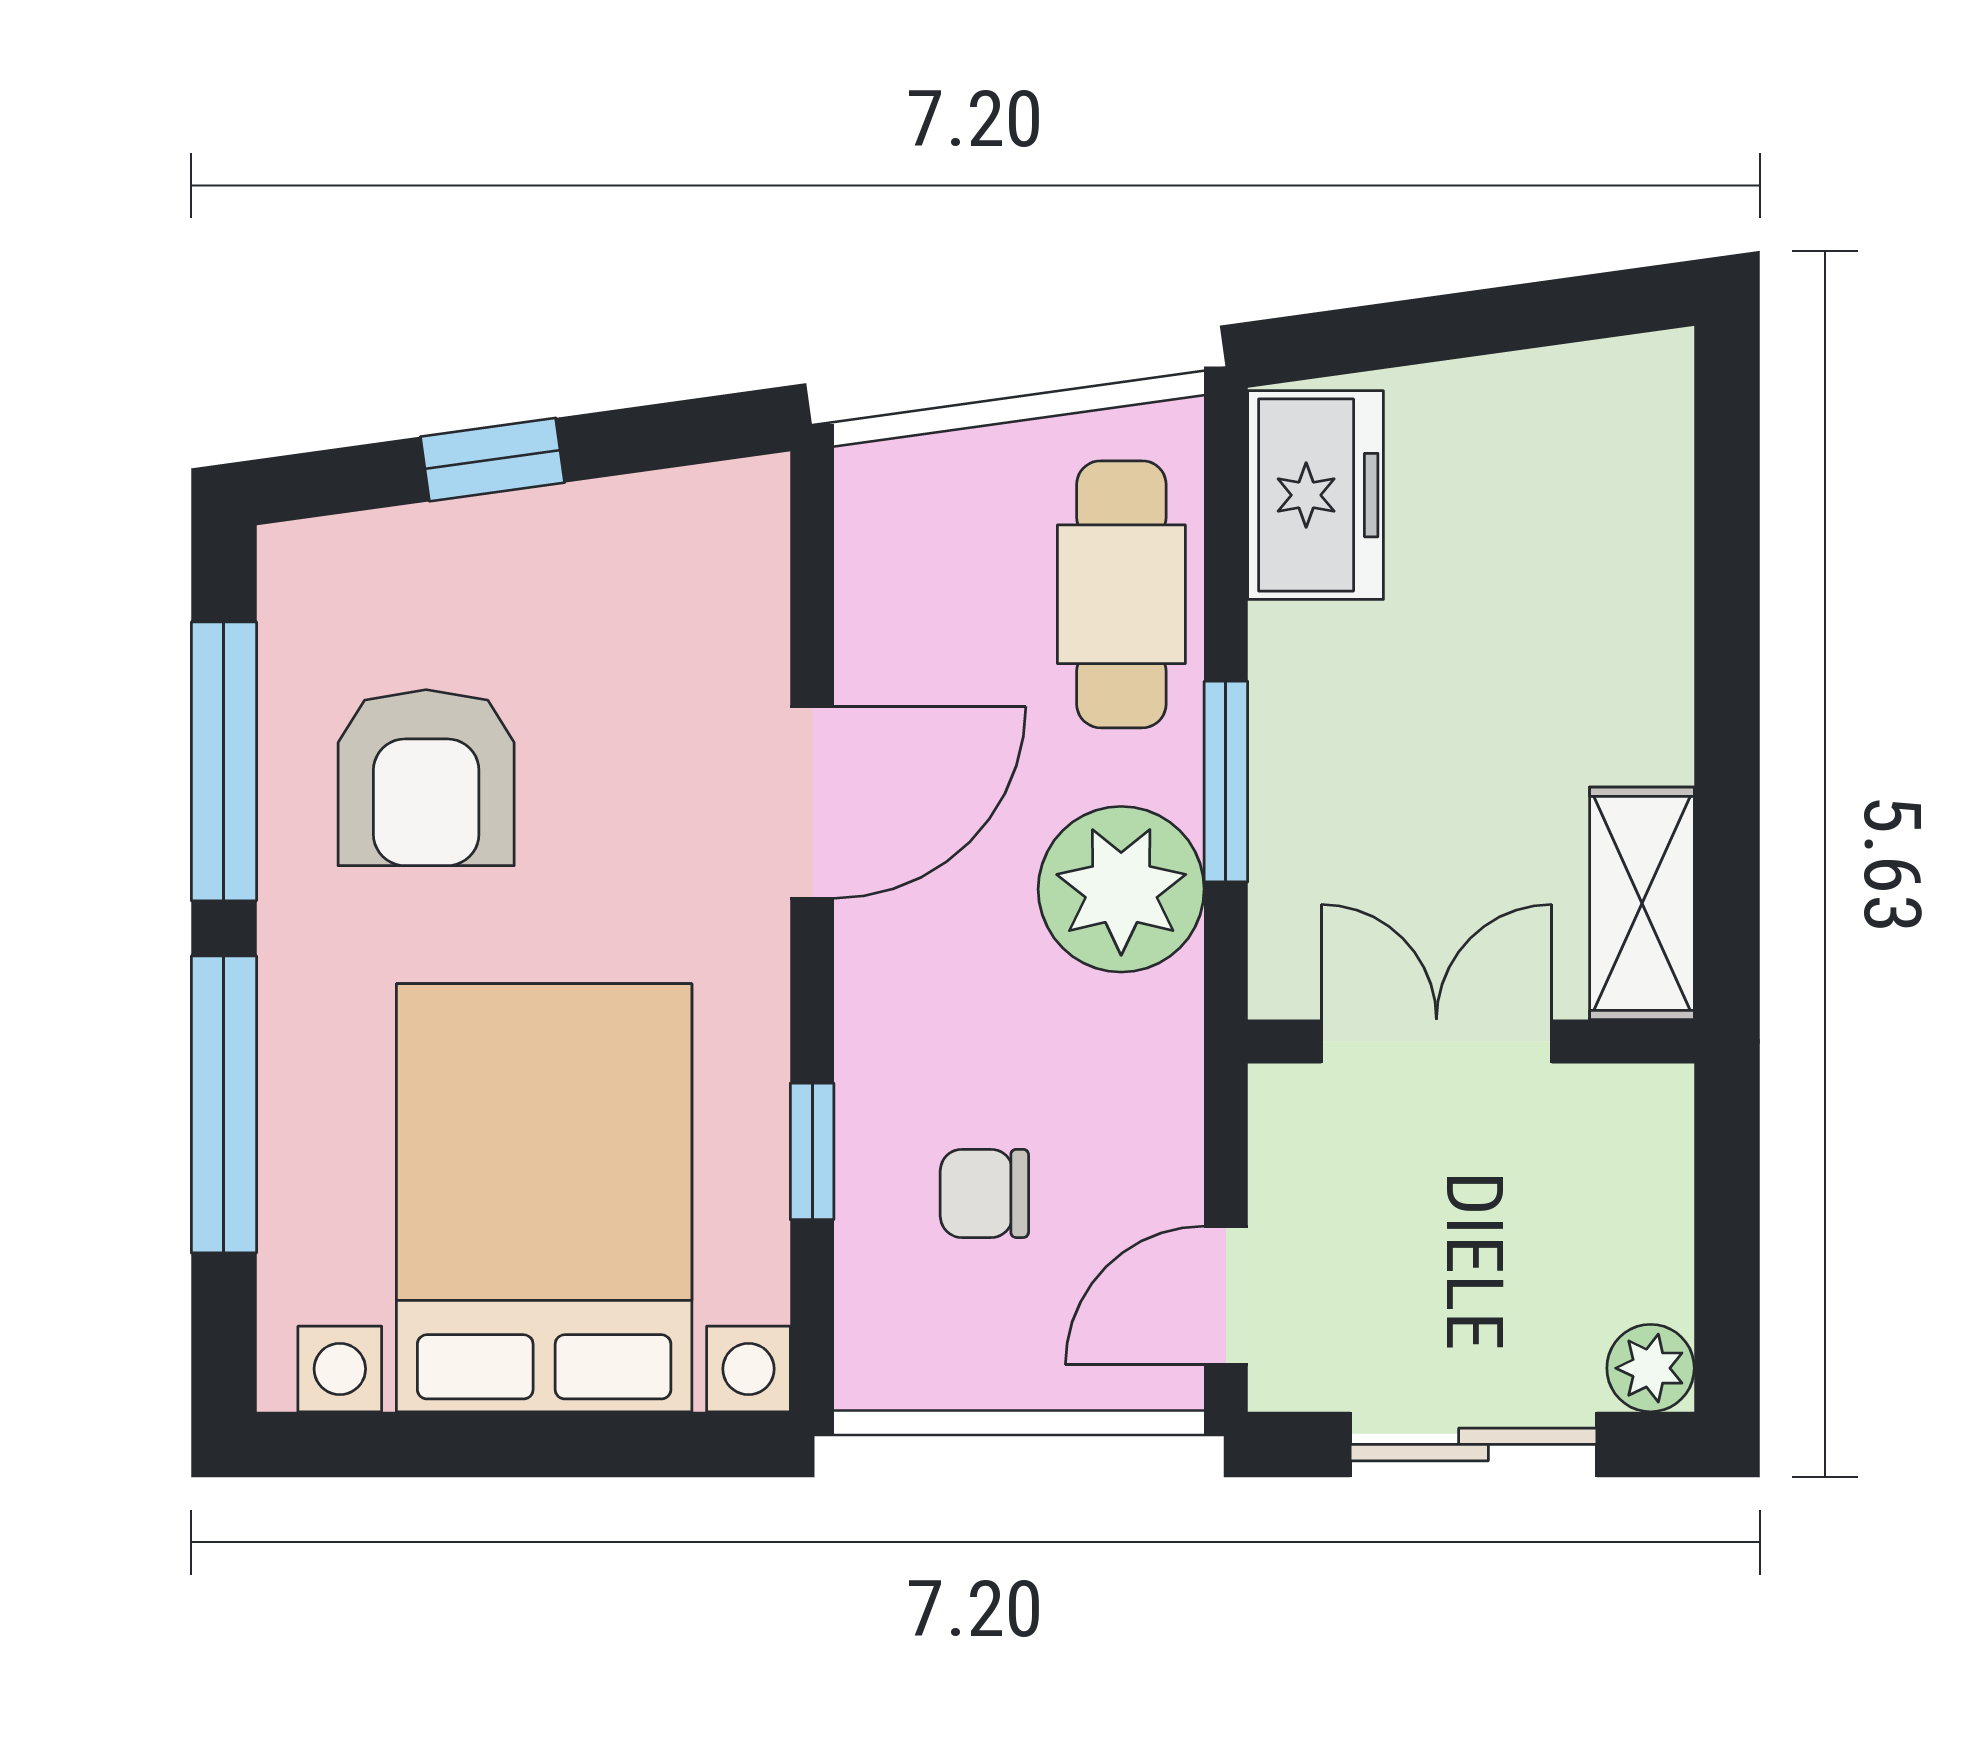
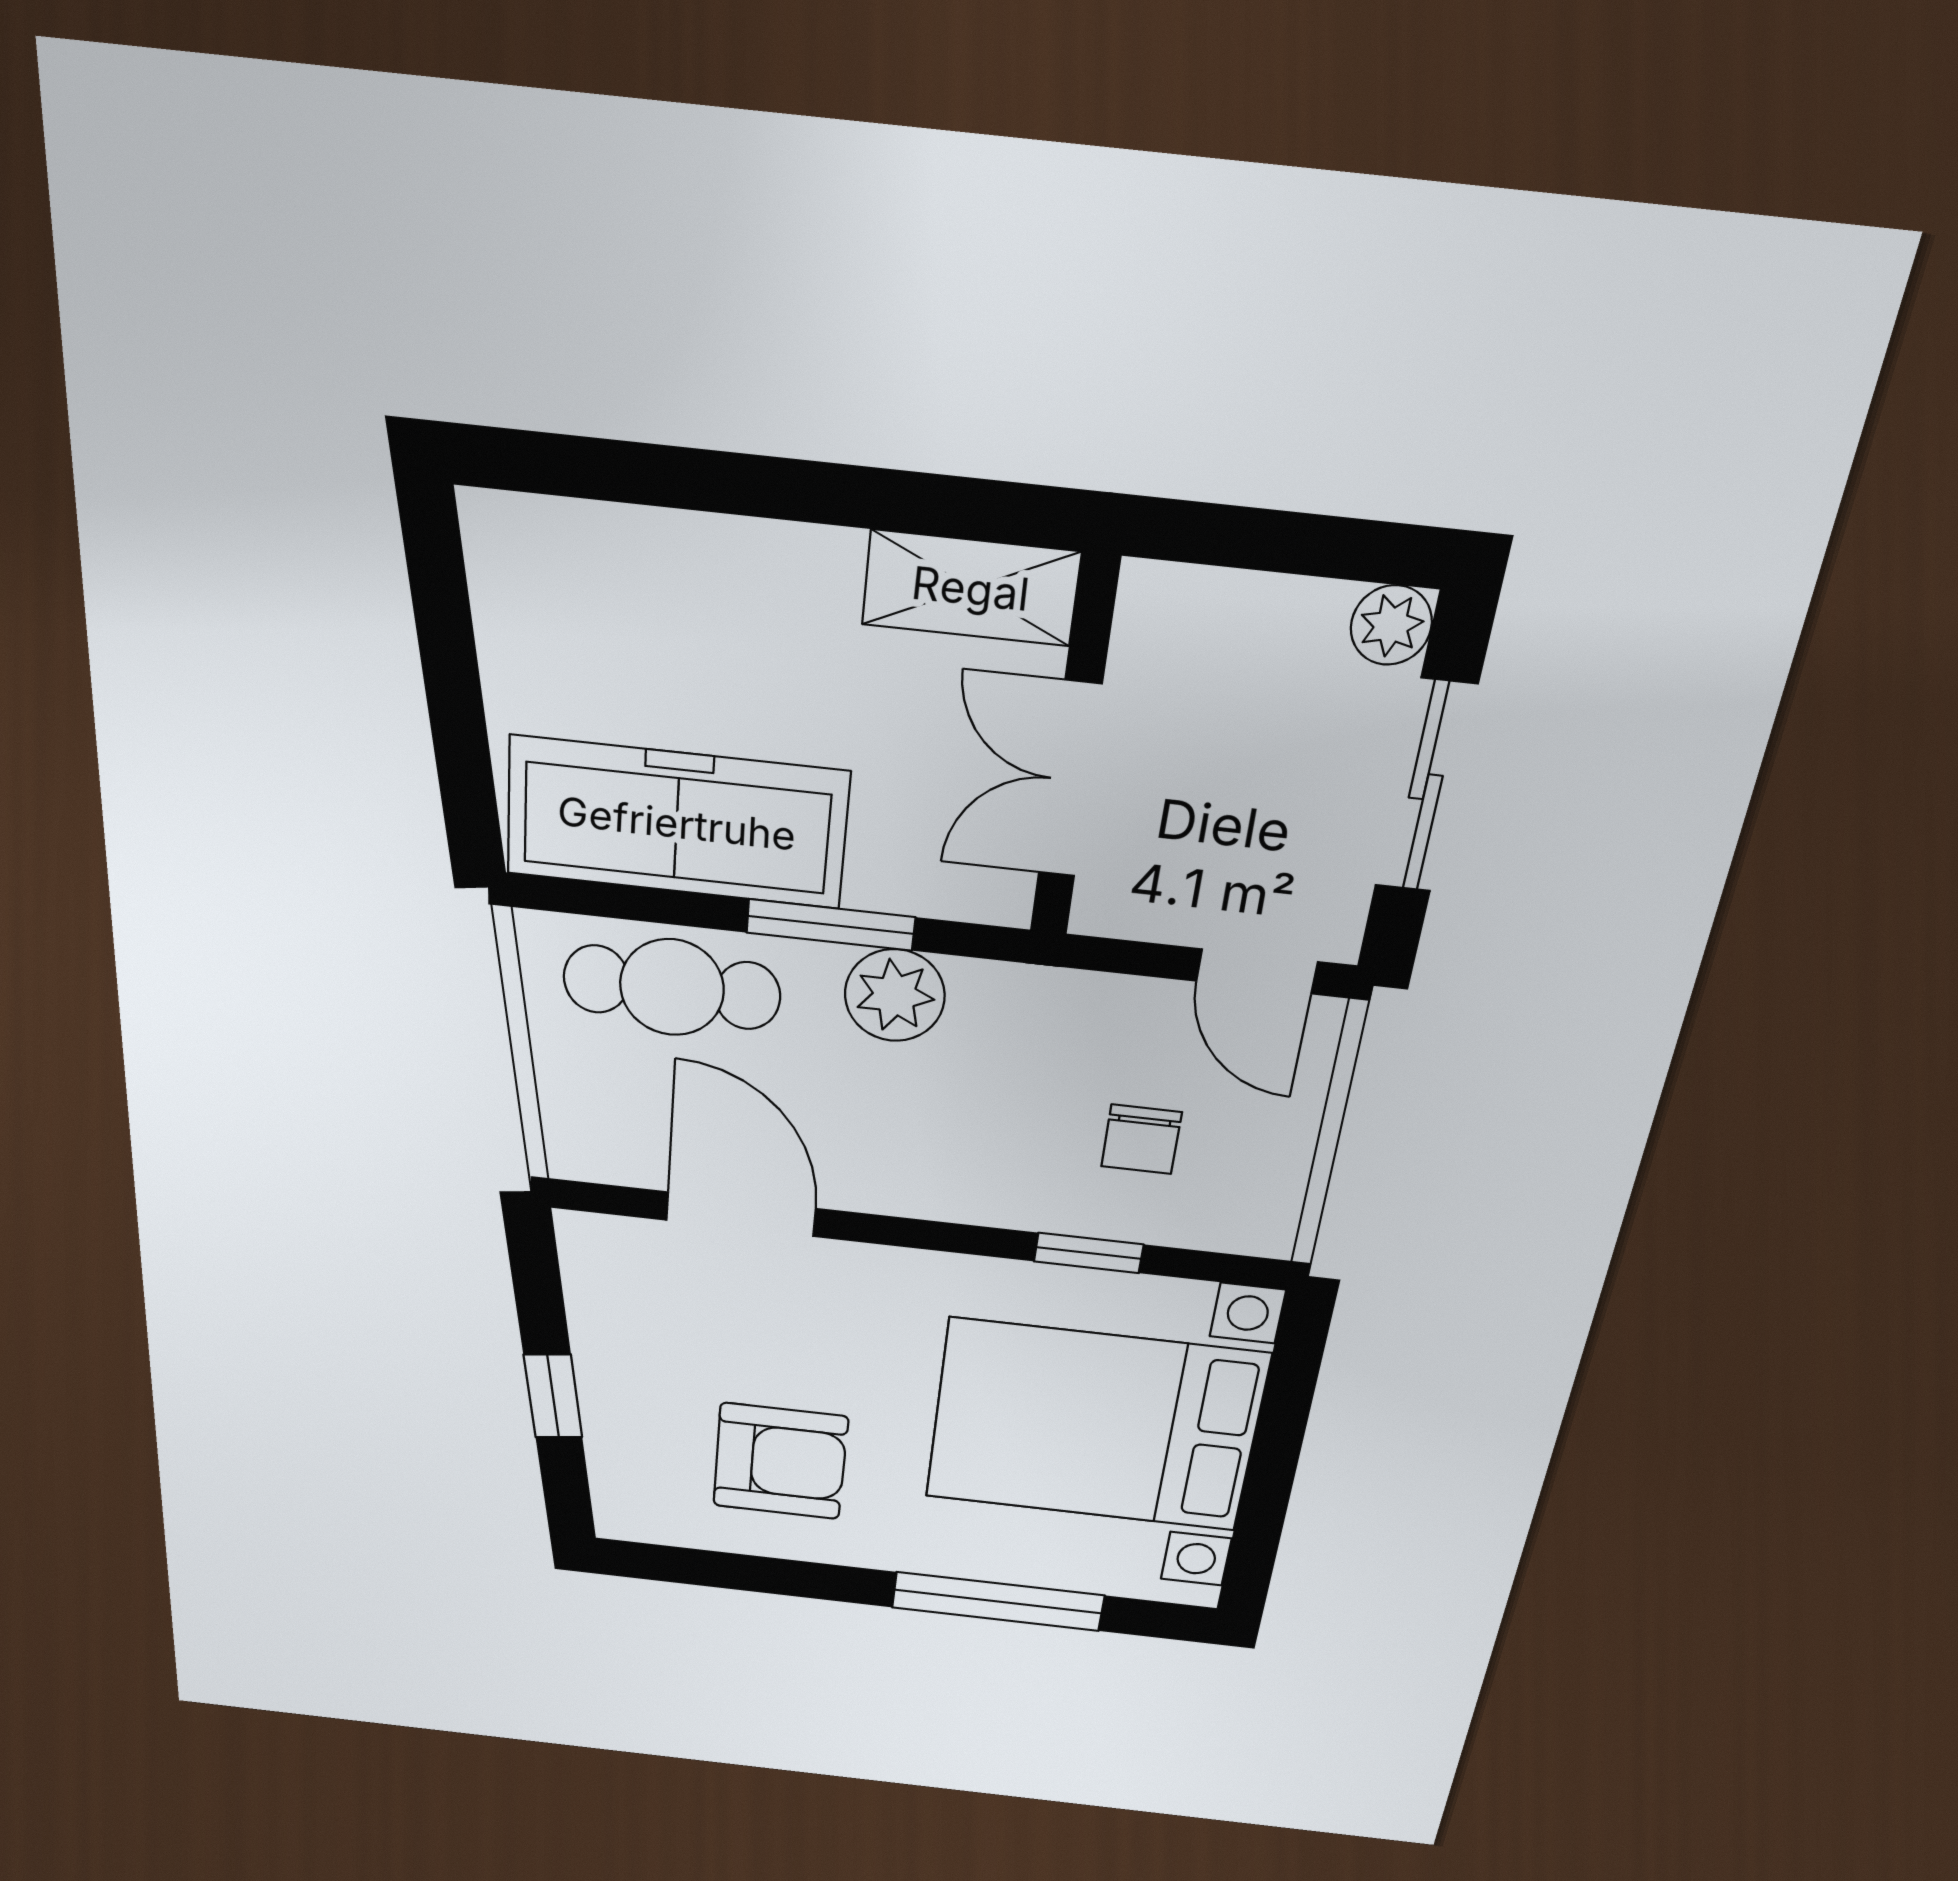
freezer: (1316, 495) -> (677, 823), width x1.91, depth x1.26
window: (224, 761) -> (759, 1574), removed
door: (812, 802) -> (741, 1214), moved
plant: (1121, 889) -> (895, 995), width x0.73, depth x0.73

